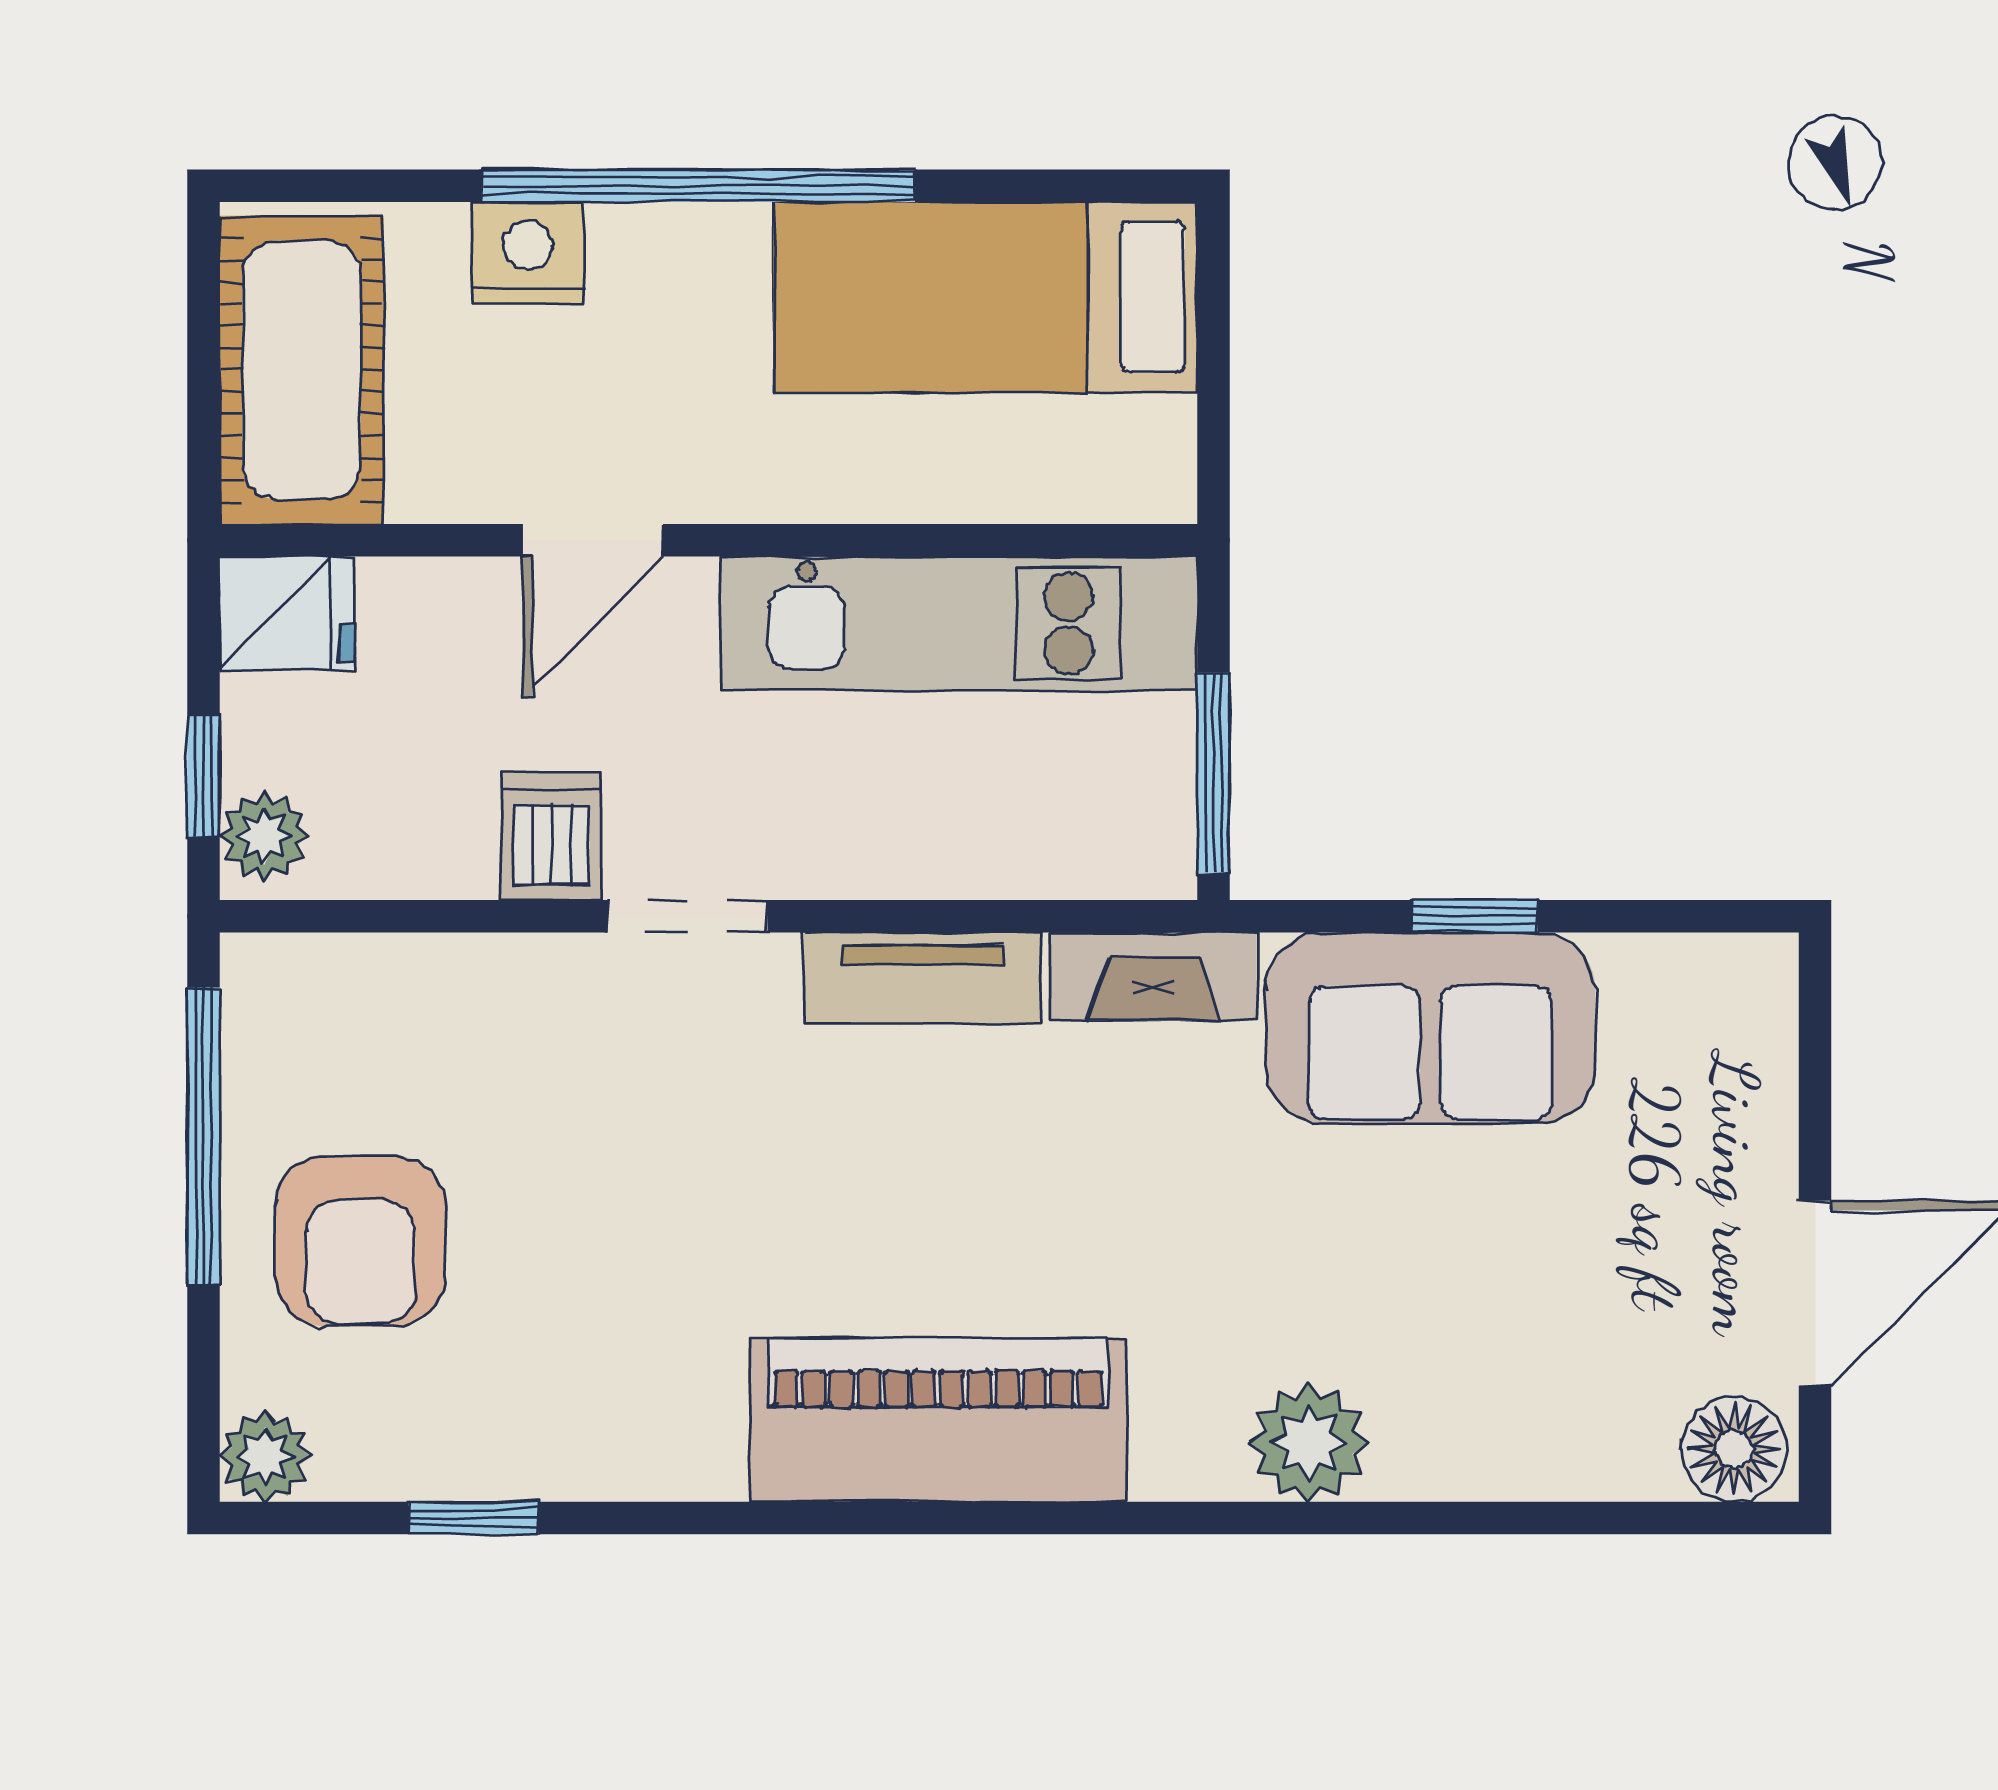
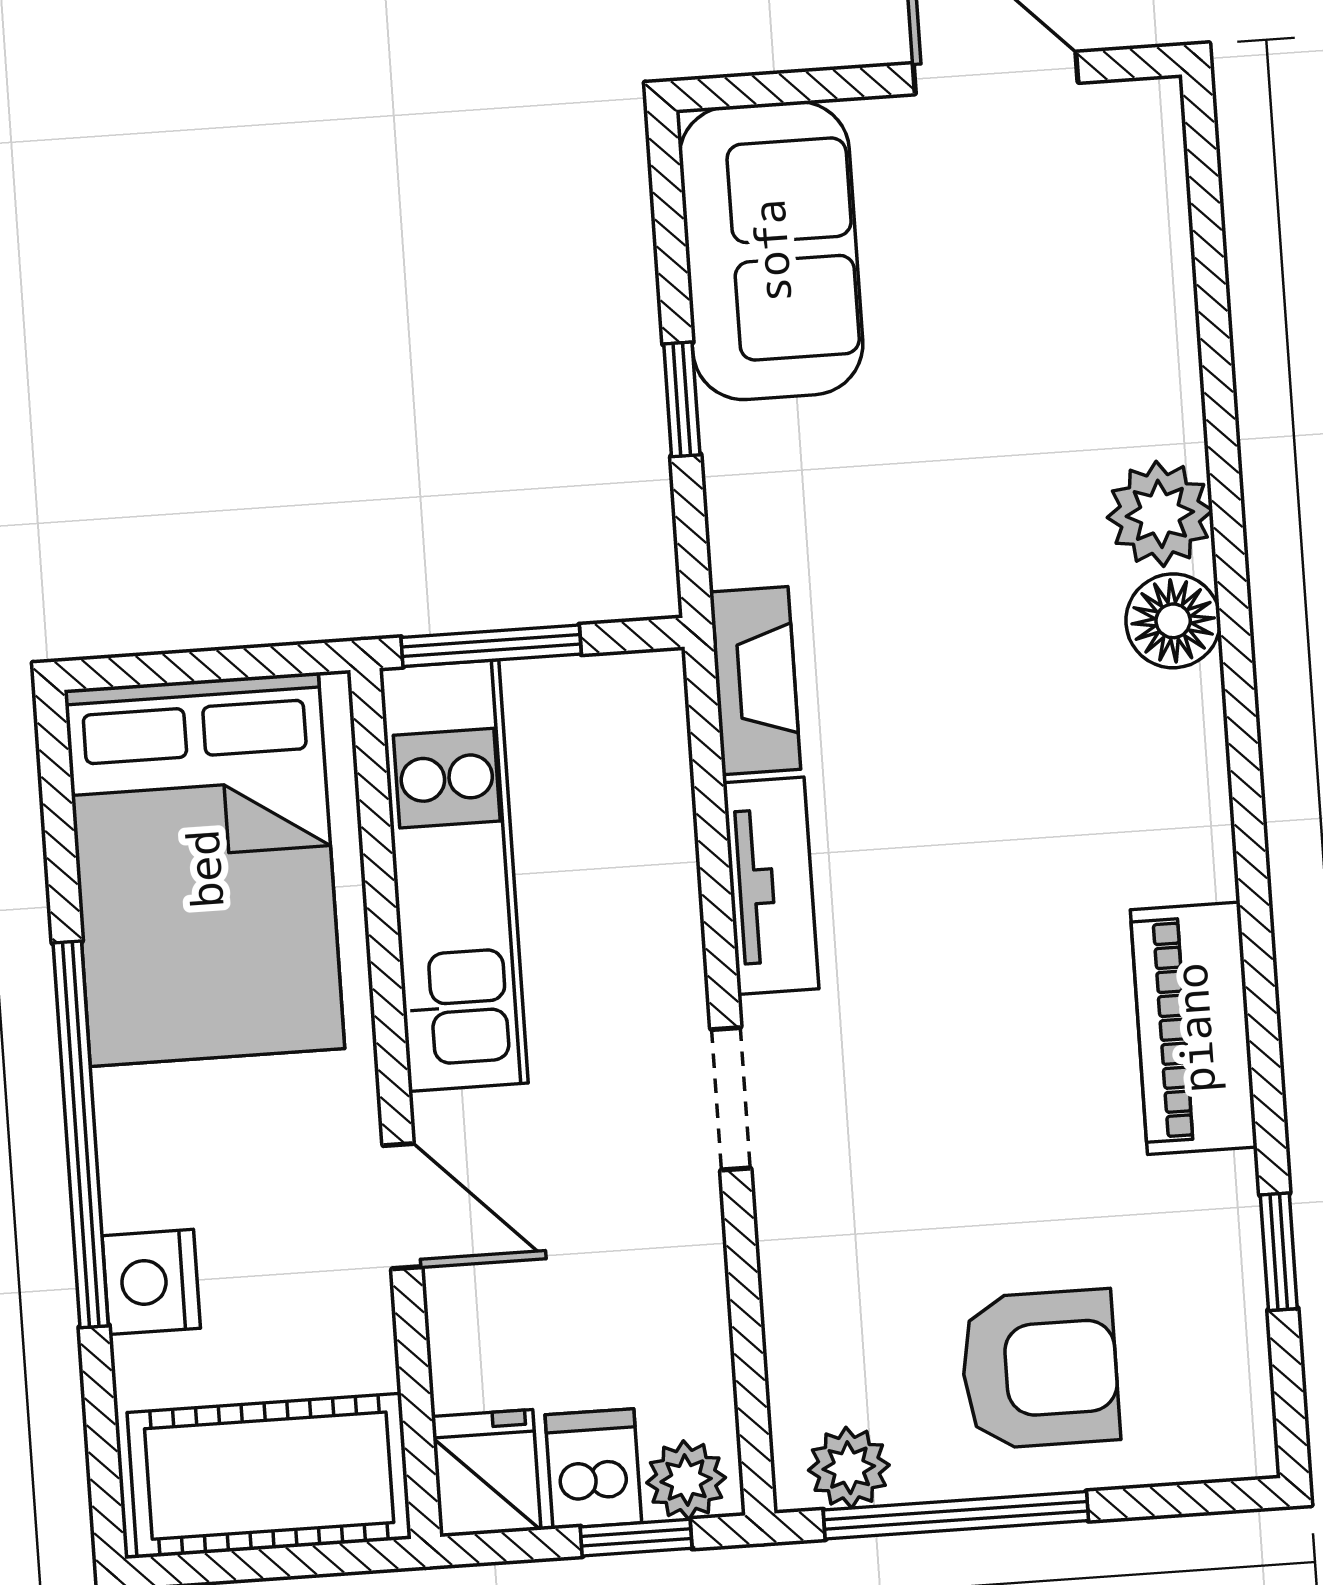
bed: (985, 297) -> (204, 869), width x1.50
window: (1213, 773) -> (491, 646), moved
dishwasher: (551, 836) -> (593, 1469), moved, turned 90
sofa: (1430, 1028) -> (771, 251), moved
piano: (938, 1420) -> (1194, 1028), moved, width x0.73, depth x0.75
floor lamp: (1734, 1449) -> (1173, 621), moved
plant: (265, 1456) -> (849, 1468), moved

